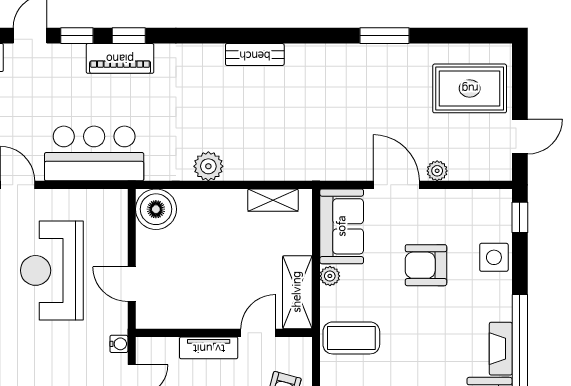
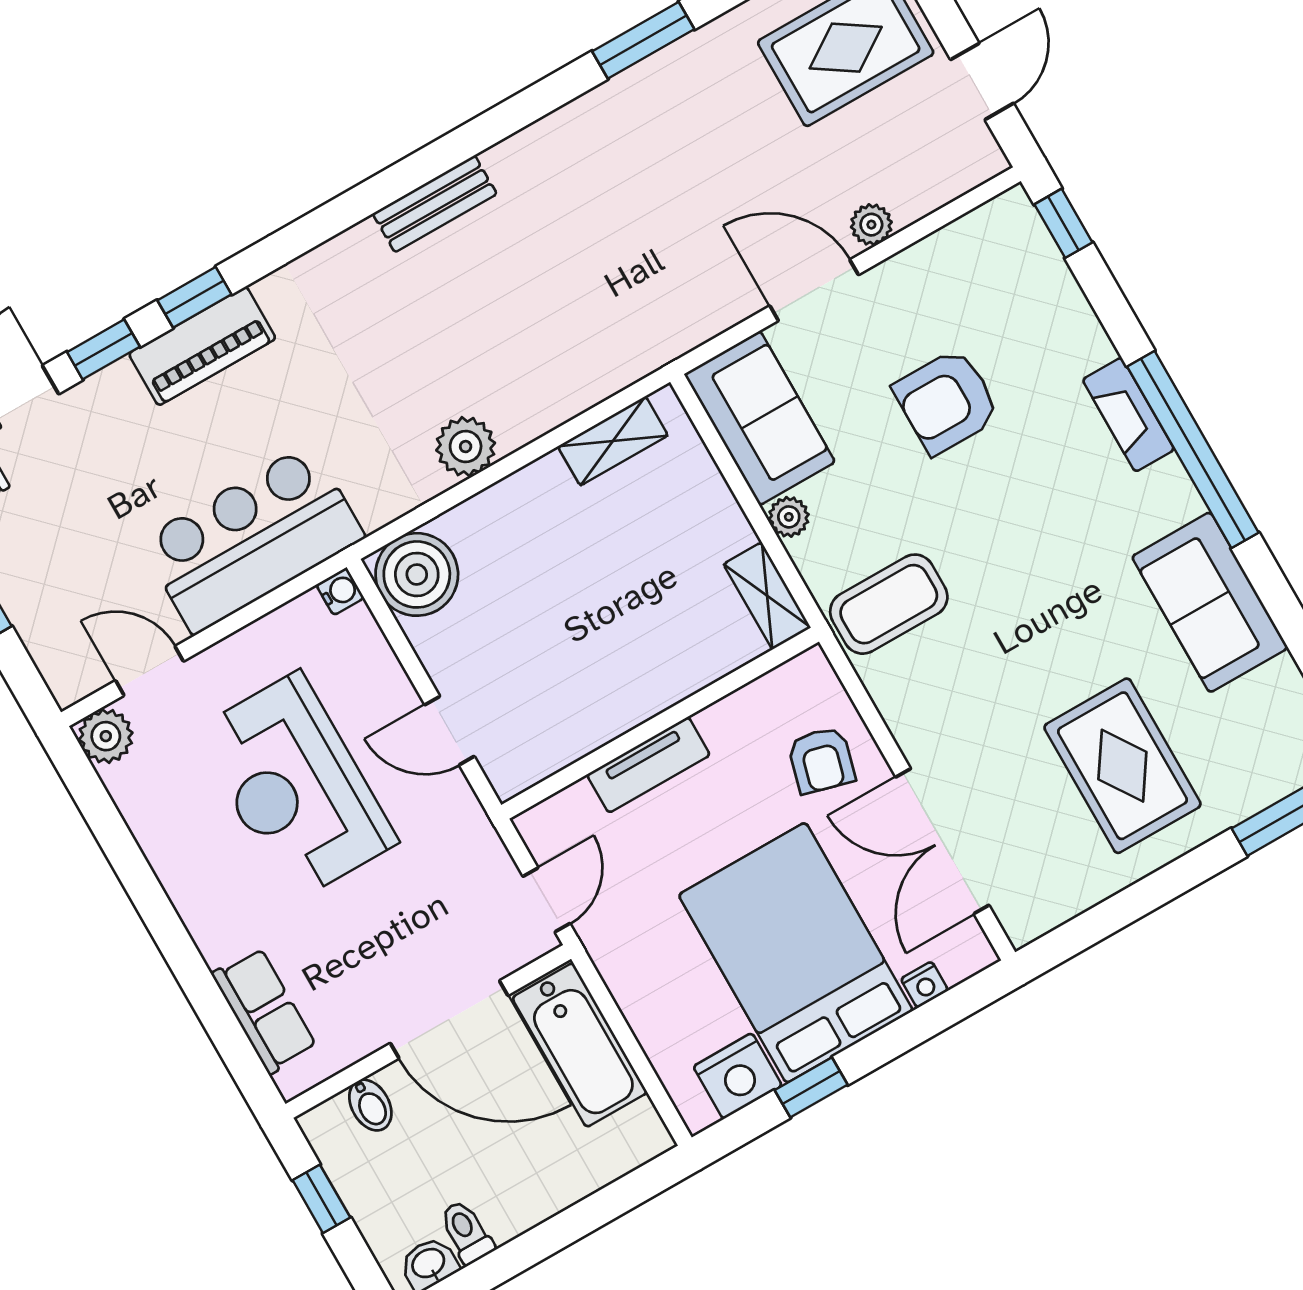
side table: (494, 257) -> (1058, 319), removed
shelving: (297, 292) -> (767, 596), width x0.67, depth x0.75
door: (258, 333) -> (720, 689), removed
water cooler: (119, 344) -> (340, 591), moved
fireplace: (501, 349) -> (1128, 415), moved

